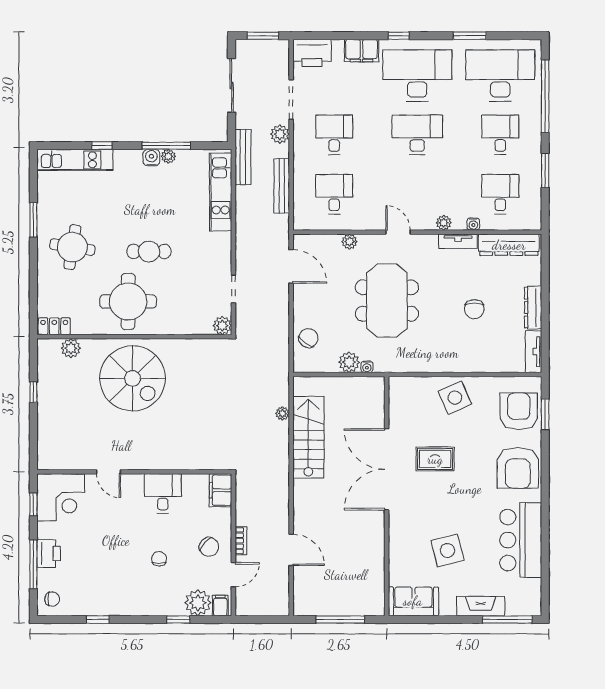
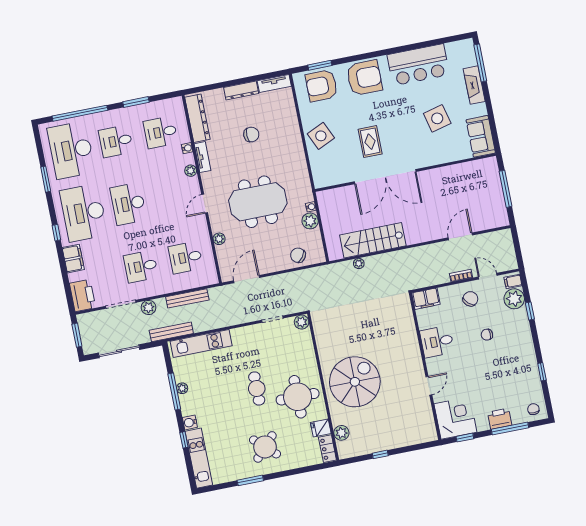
water cooler: (151, 158) -> (190, 422), moved
round table: (72, 247) -> (265, 447), turned 34
fridge: (82, 323) -> (321, 428), added

